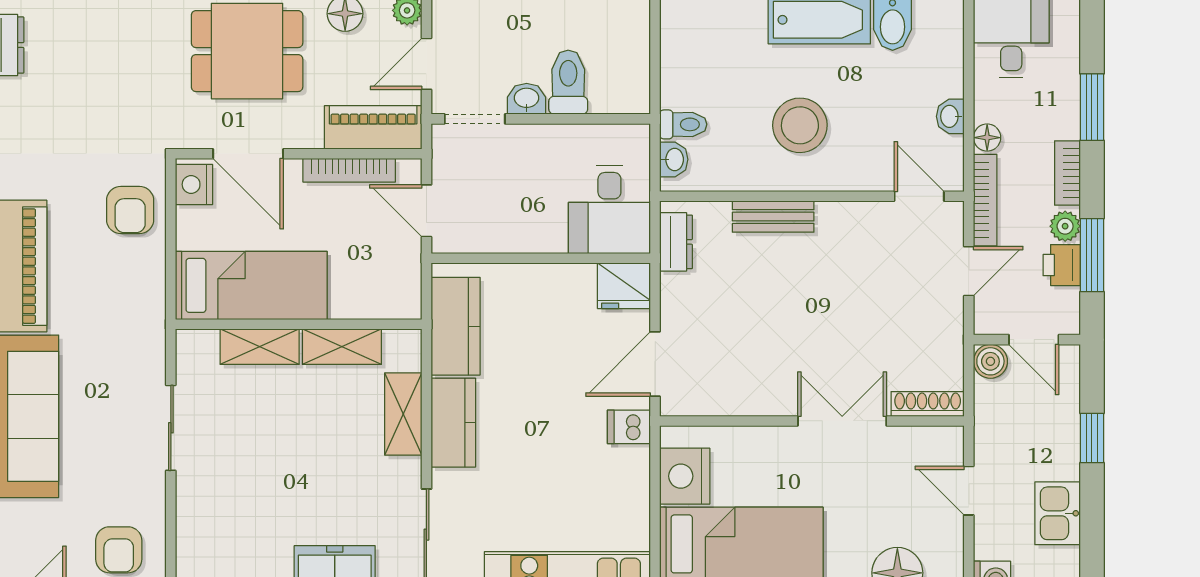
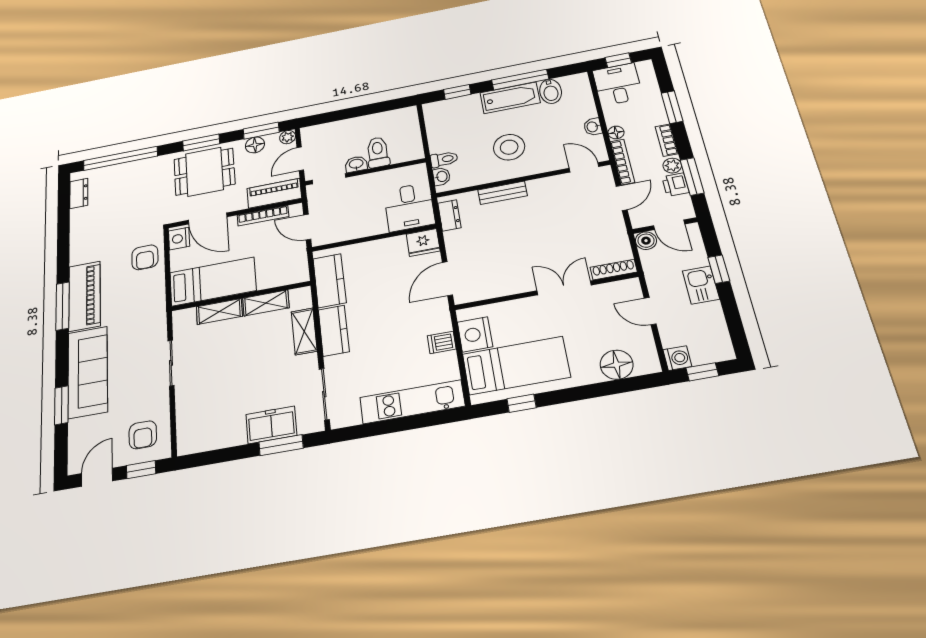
dishwasher: (629, 427) -> (442, 342), moved
kitchen sink: (1058, 513) -> (701, 285), moved

